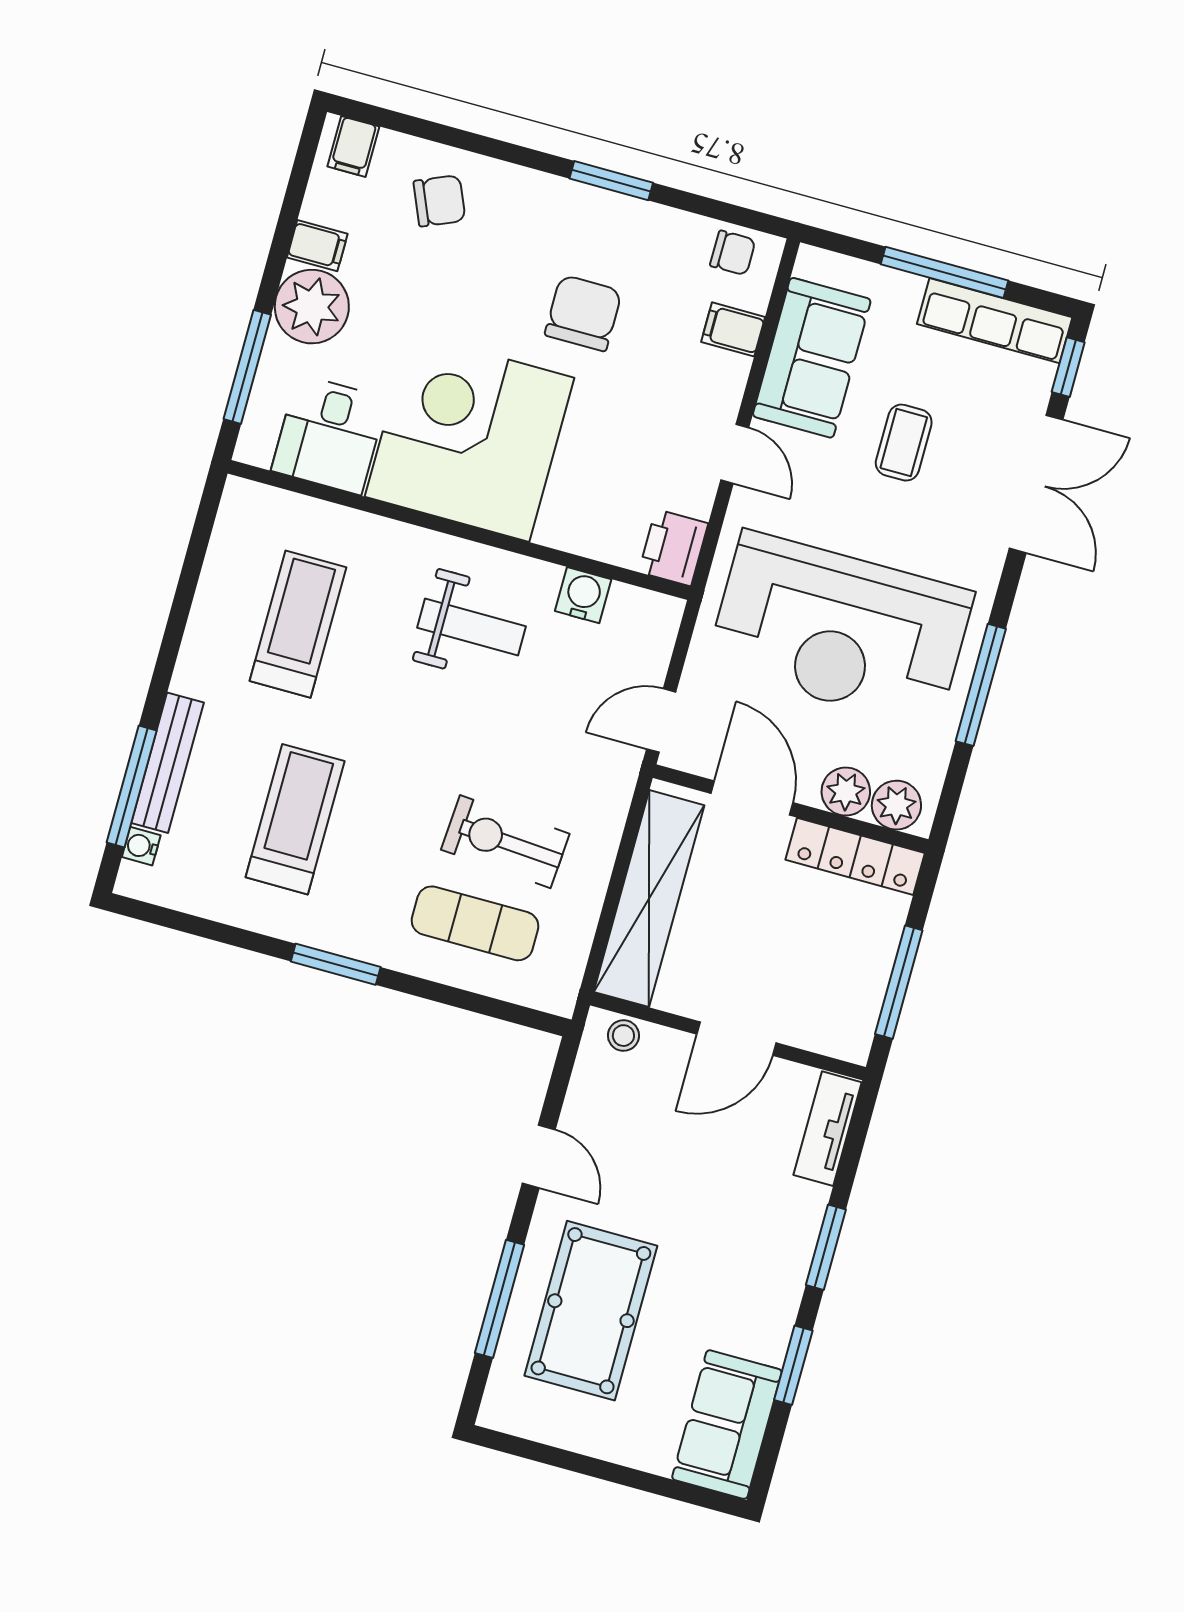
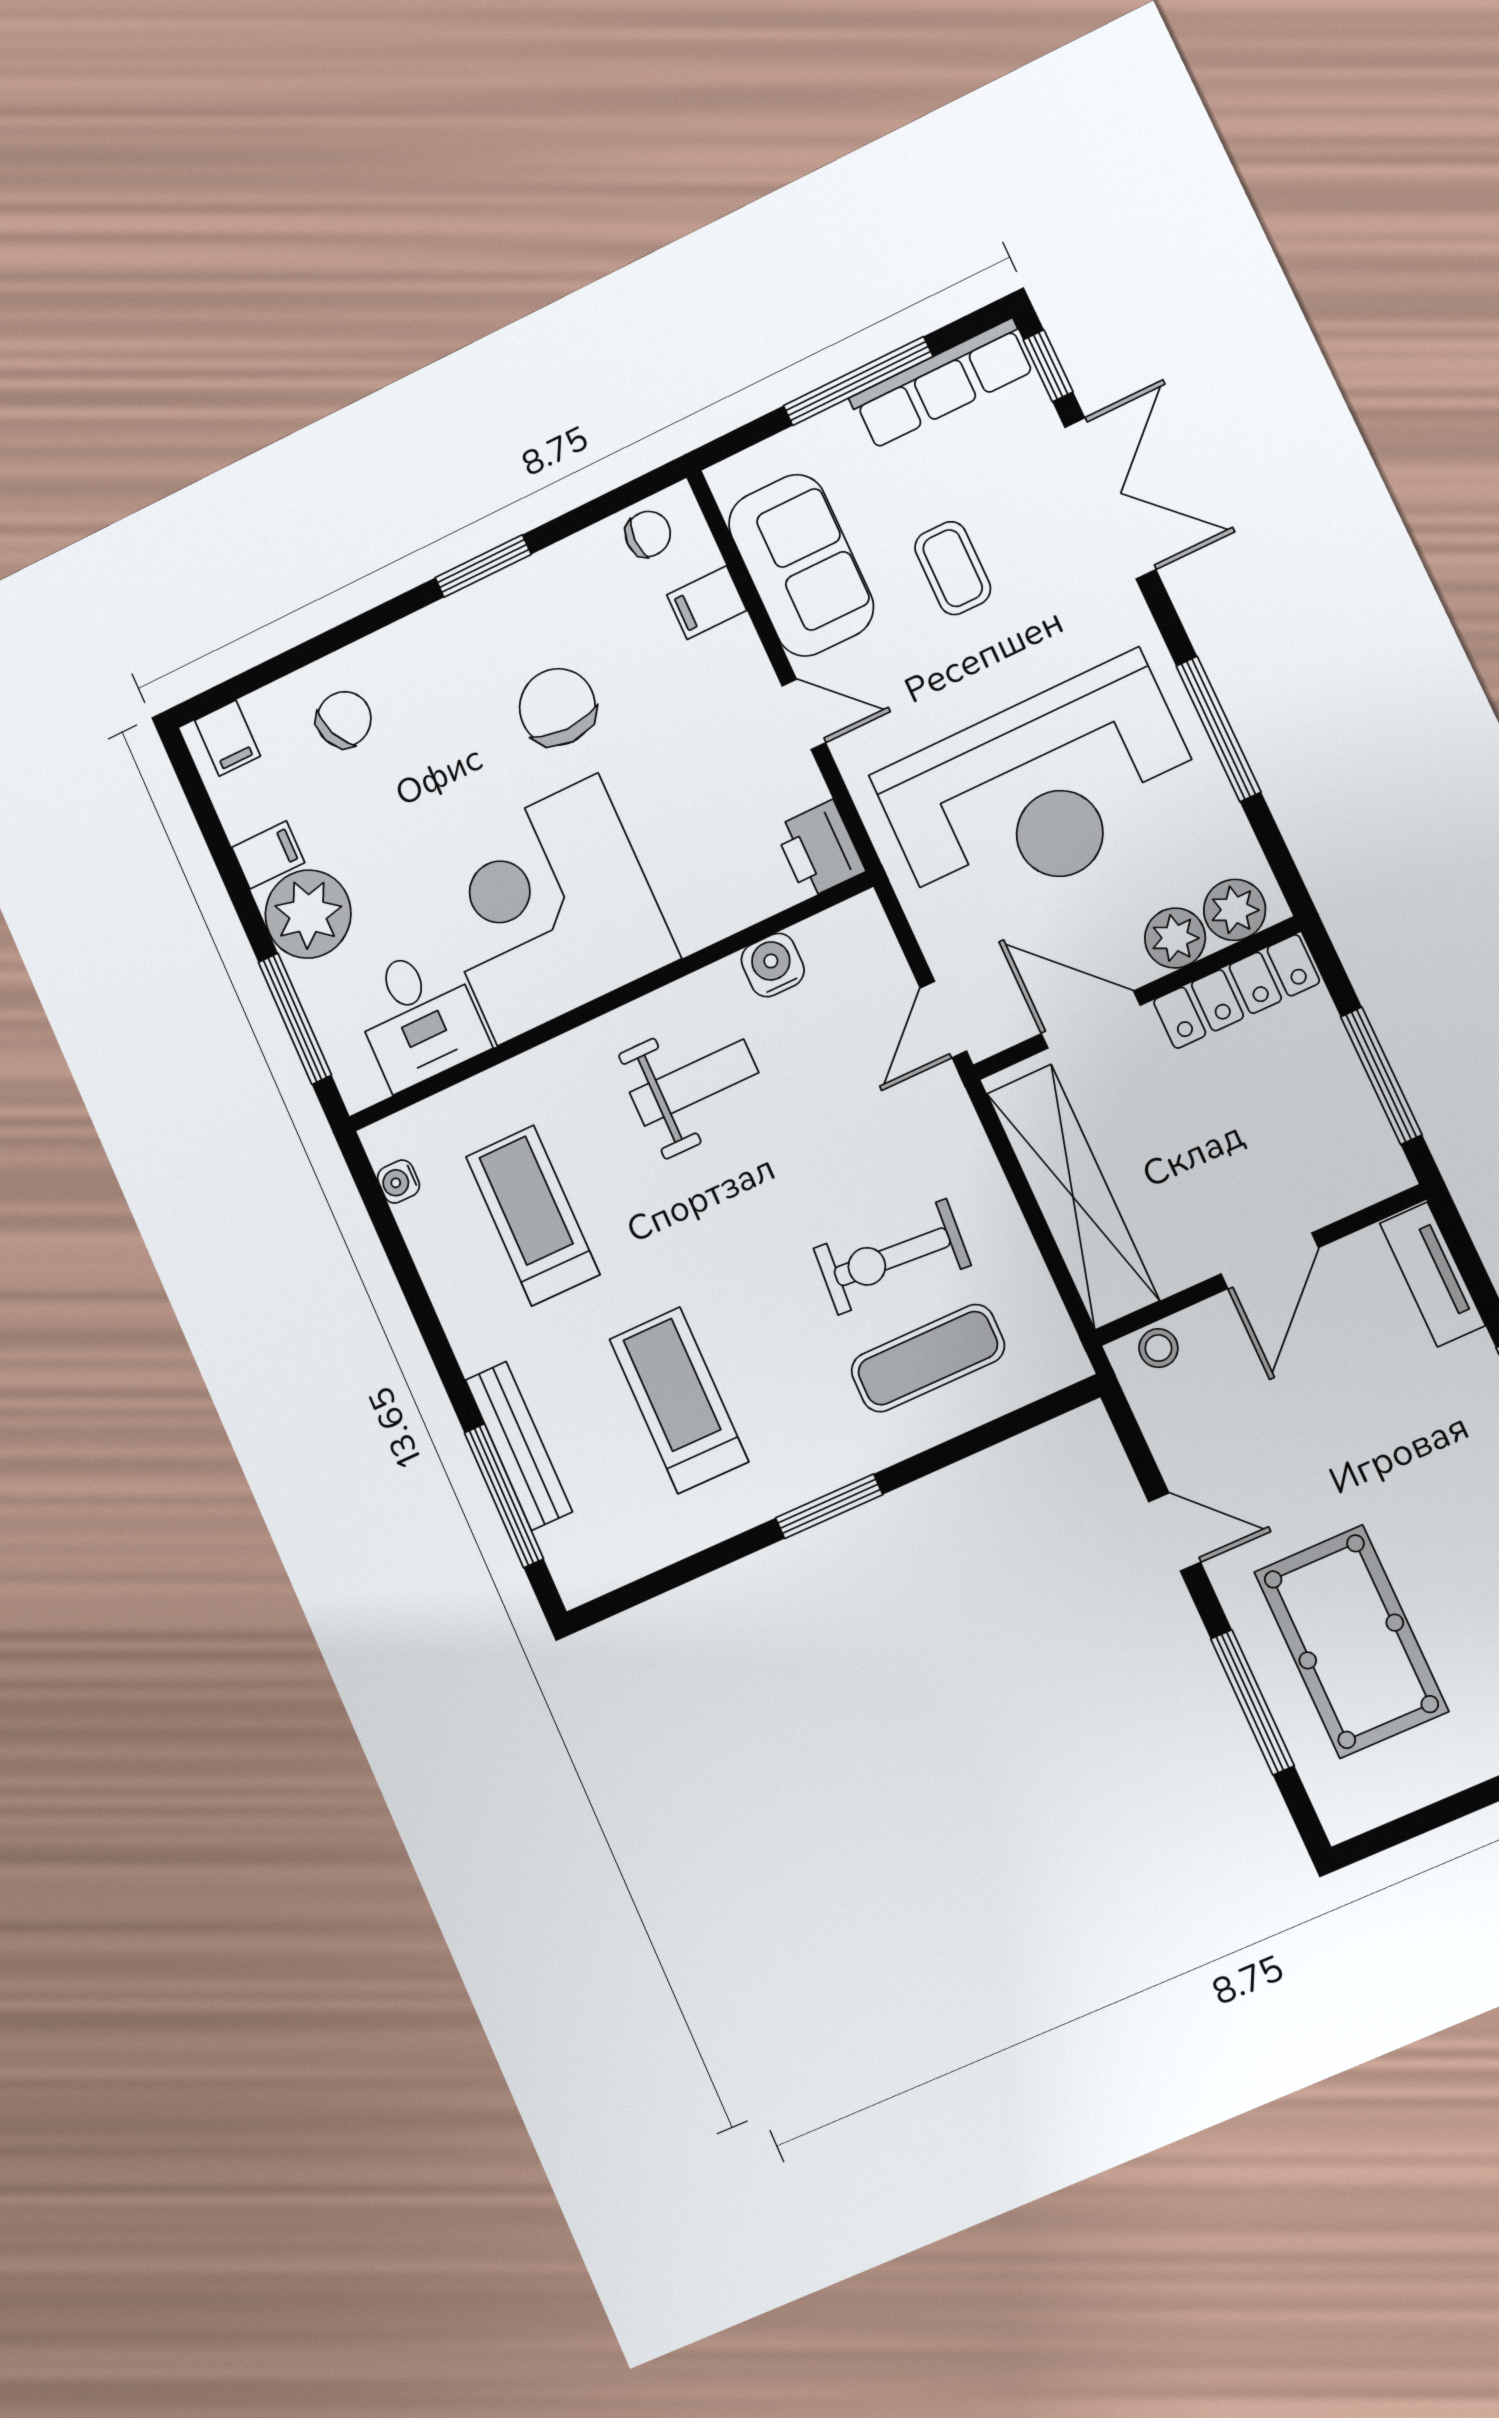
water cooler: (141, 846) -> (398, 1182), moved

